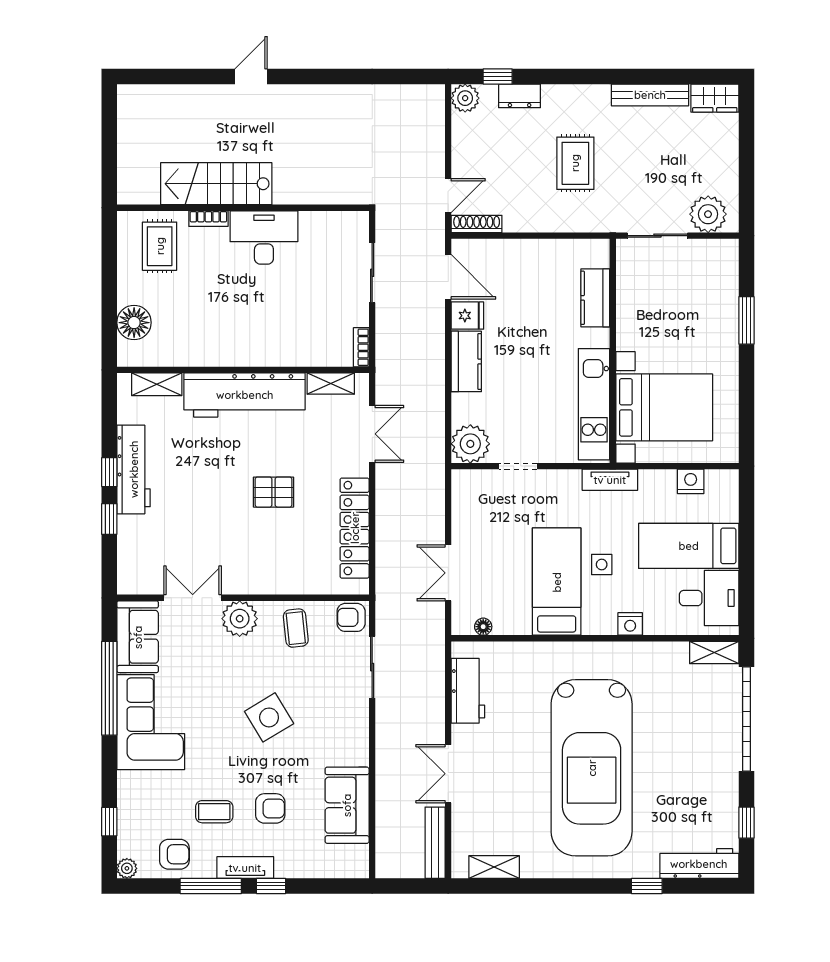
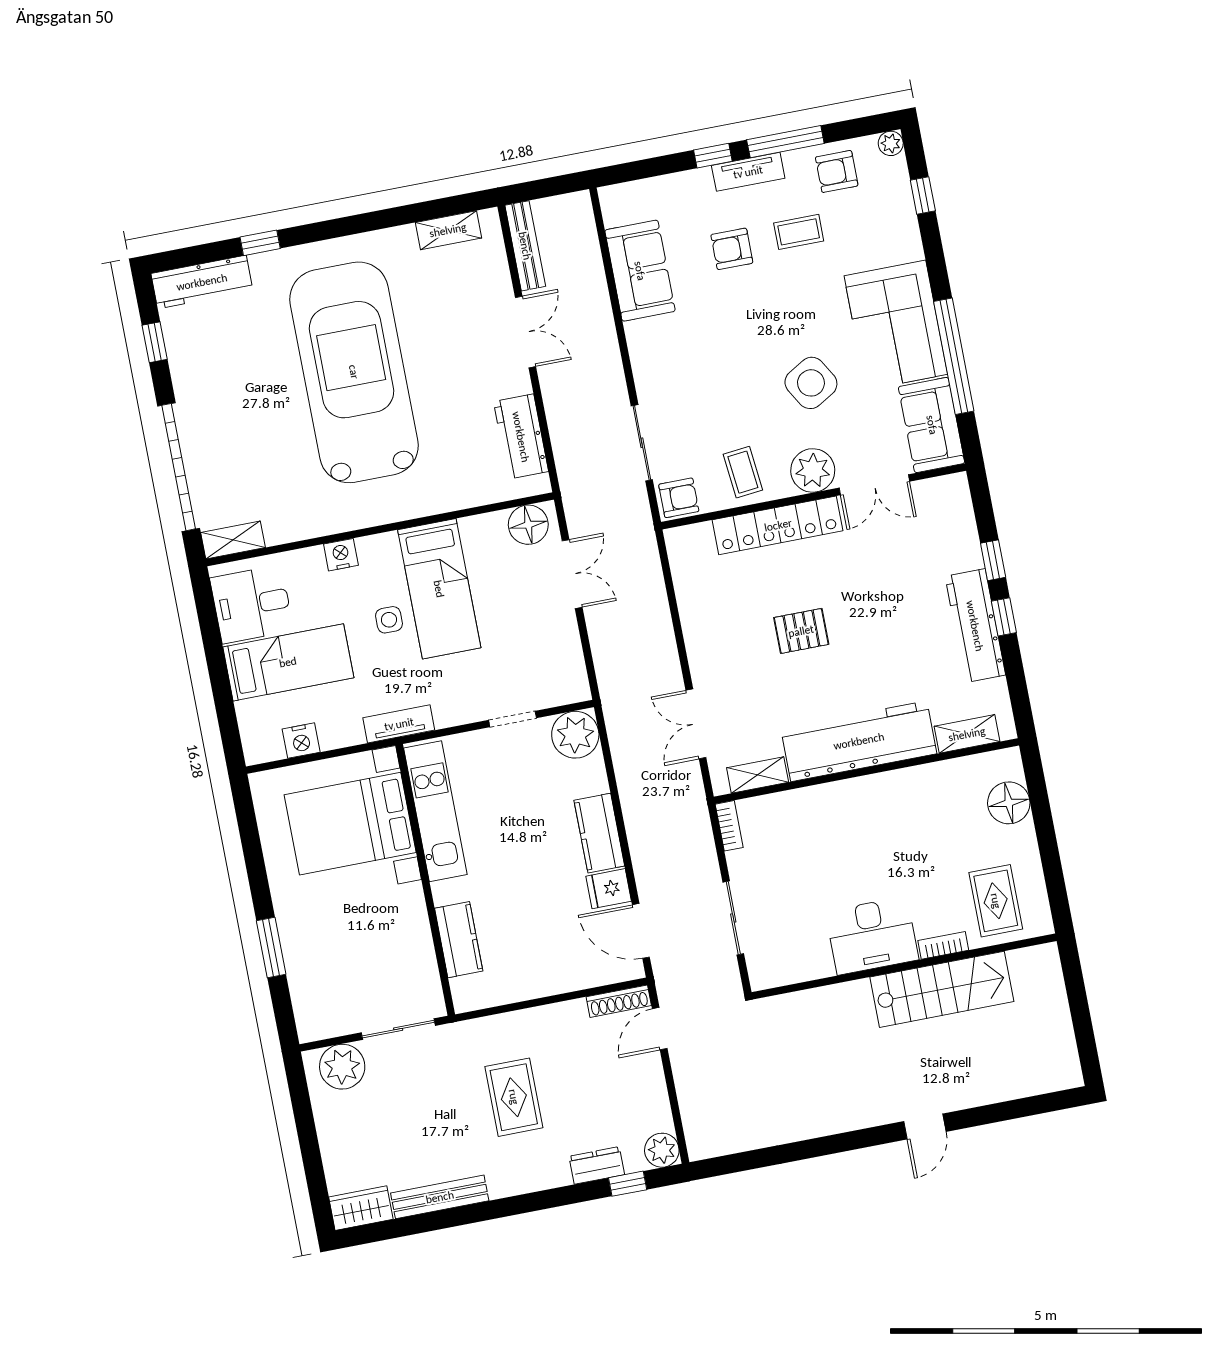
locker: (355, 528) -> (778, 525), moved, turned 90
floor lamp: (483, 627) -> (528, 525), width x1.89, depth x1.89
side table: (269, 717) -> (811, 383), moved

